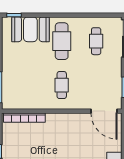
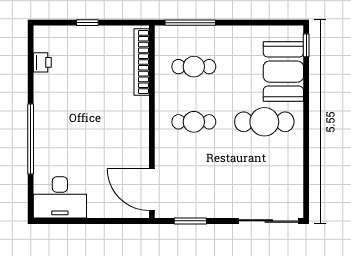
cafe table: (96, 41) -> (194, 67), moved
door: (104, 111) -> (152, 190), hinge flipped

